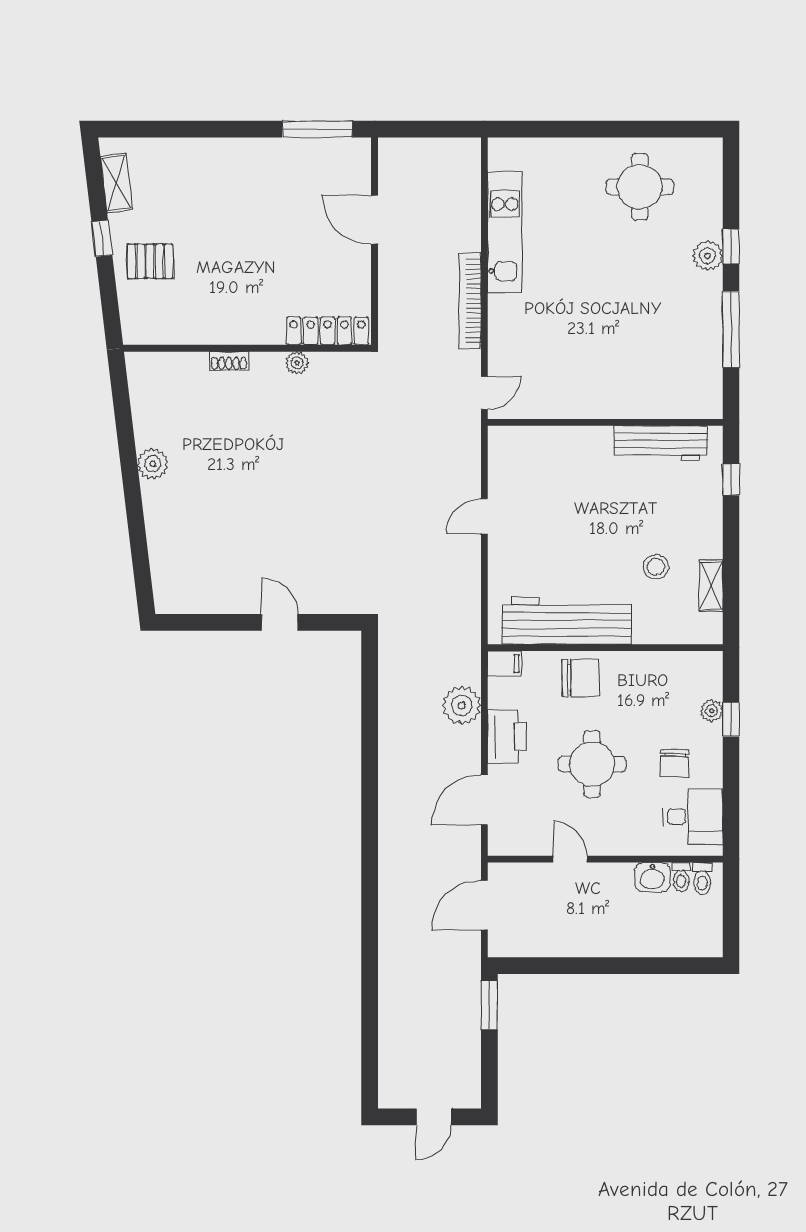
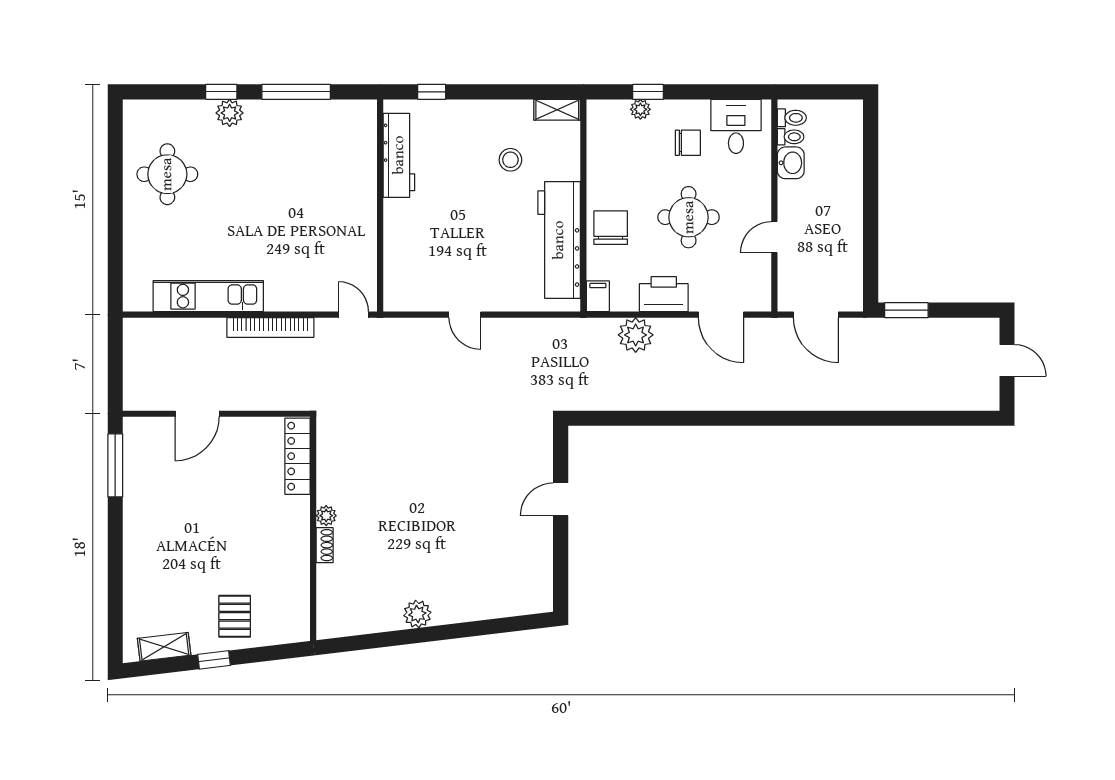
plant: (297, 363) -> (326, 516), moved
shelving: (711, 586) -> (557, 110), moved

